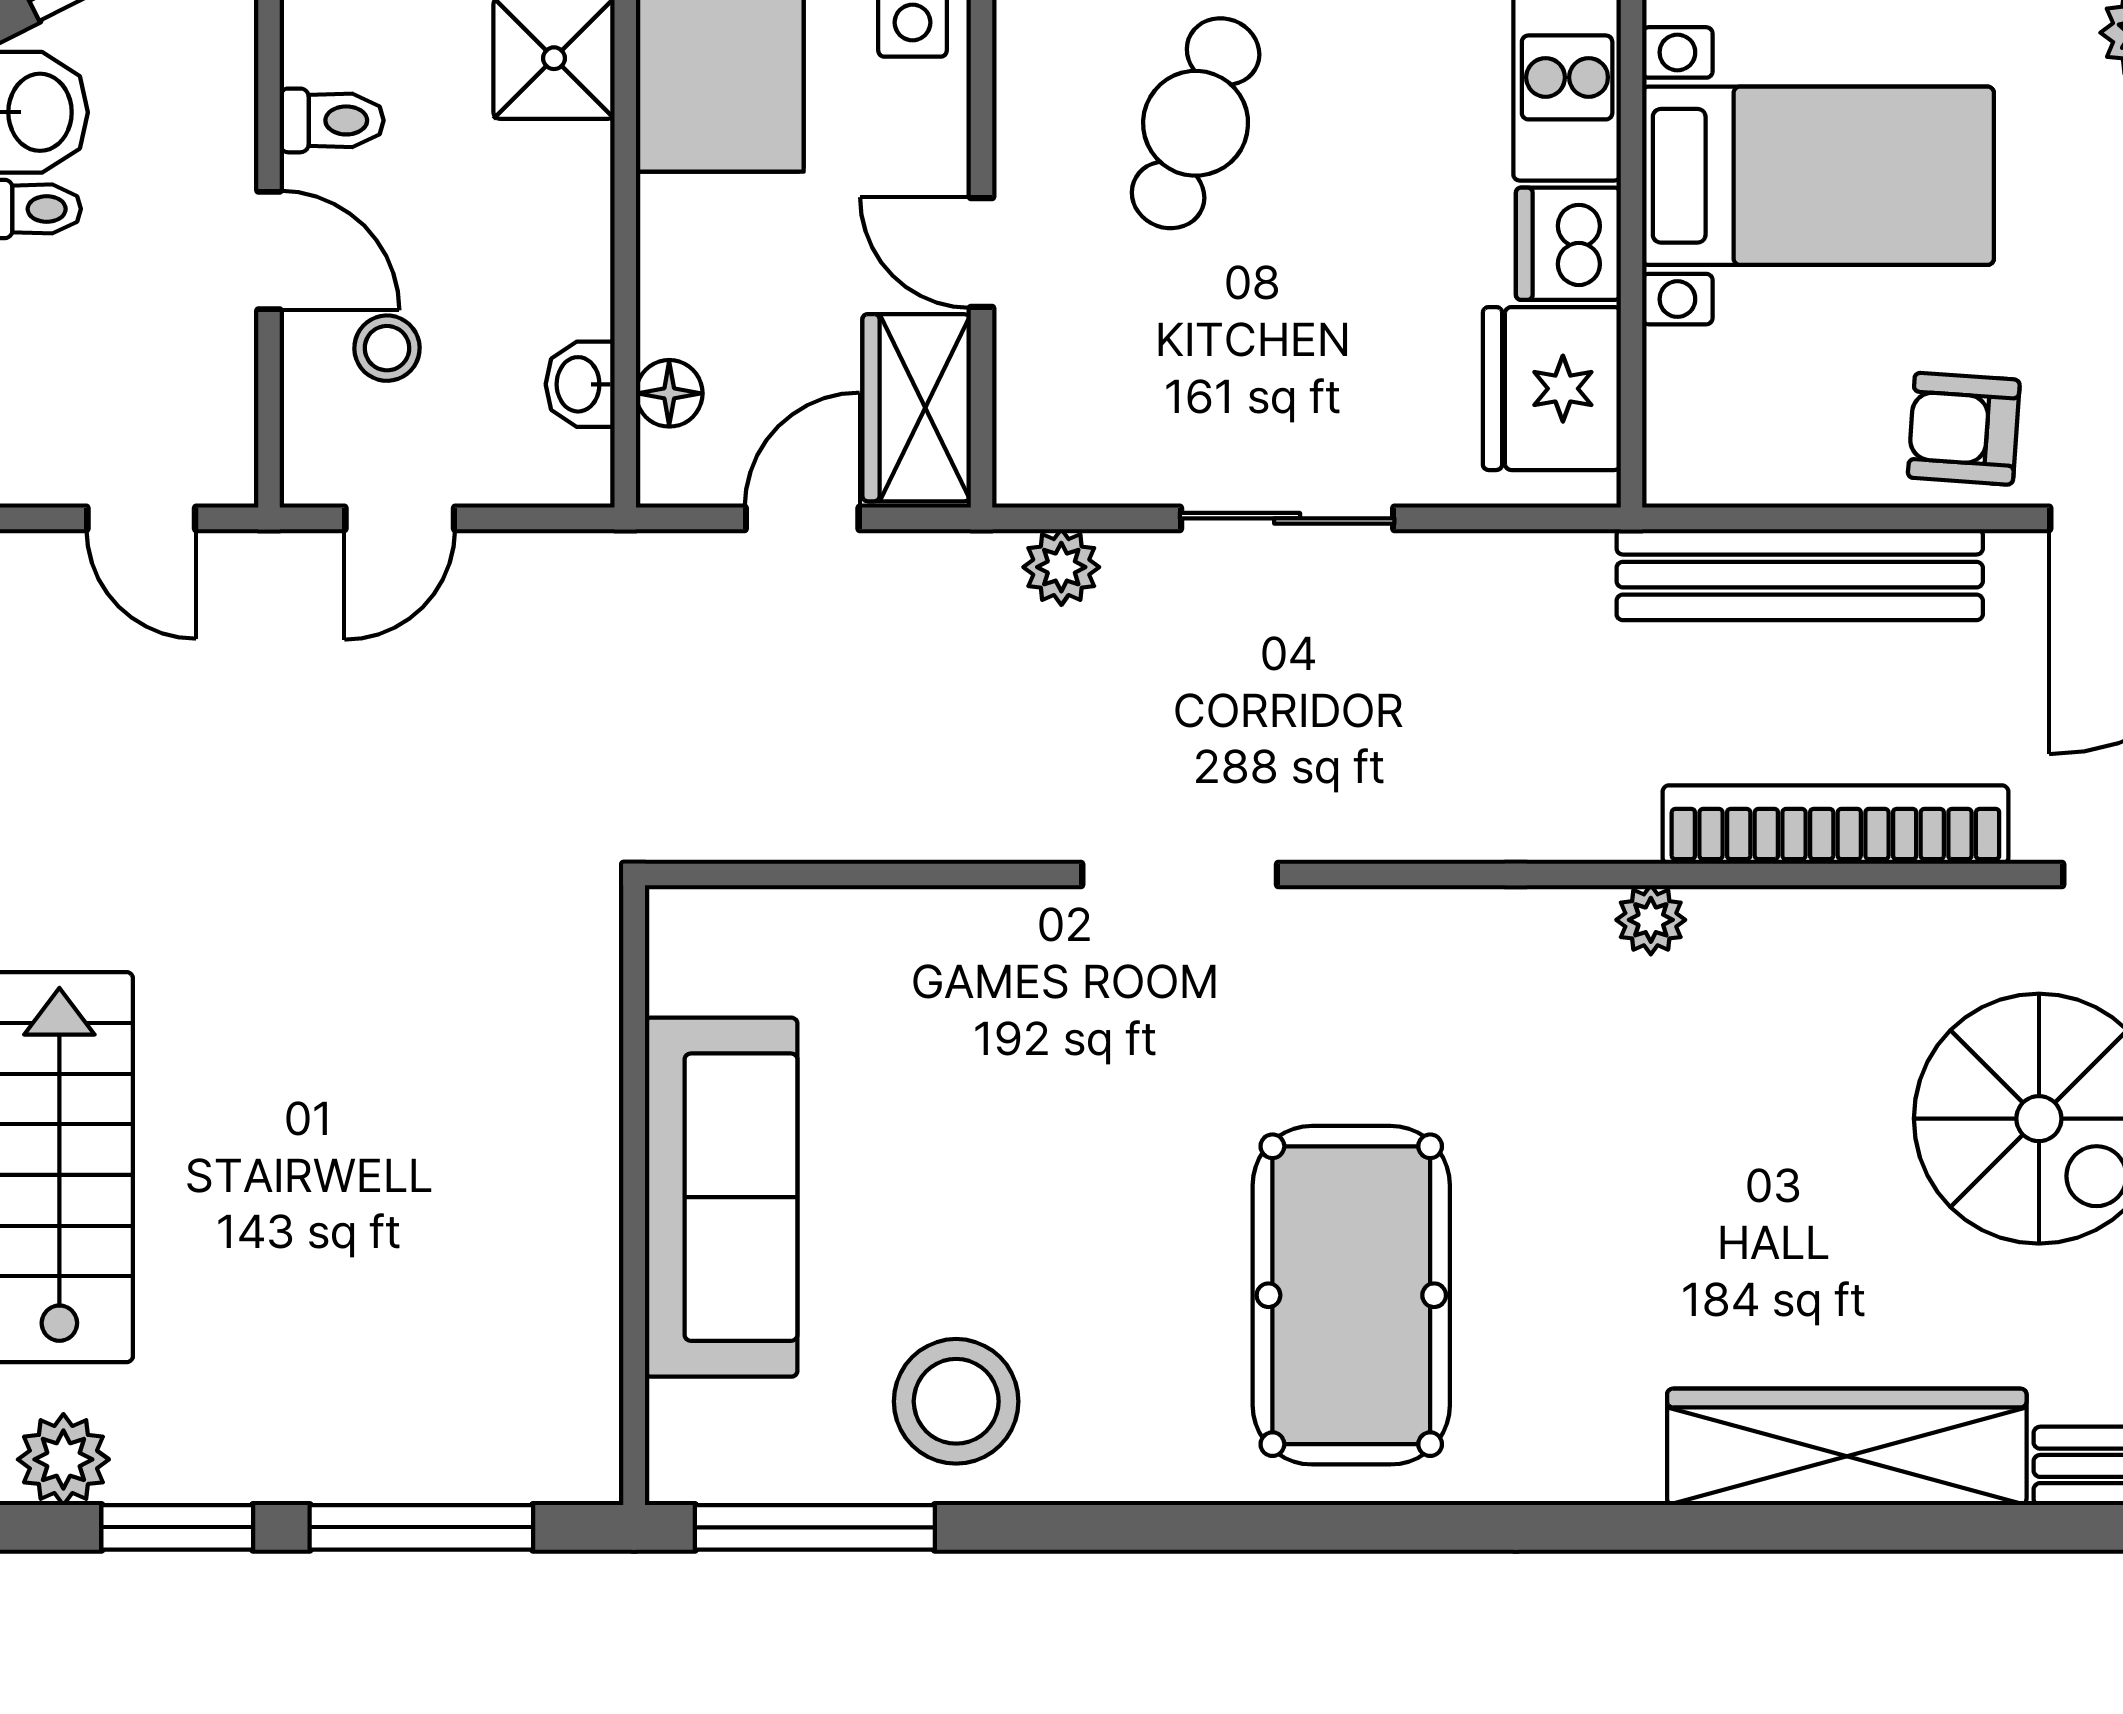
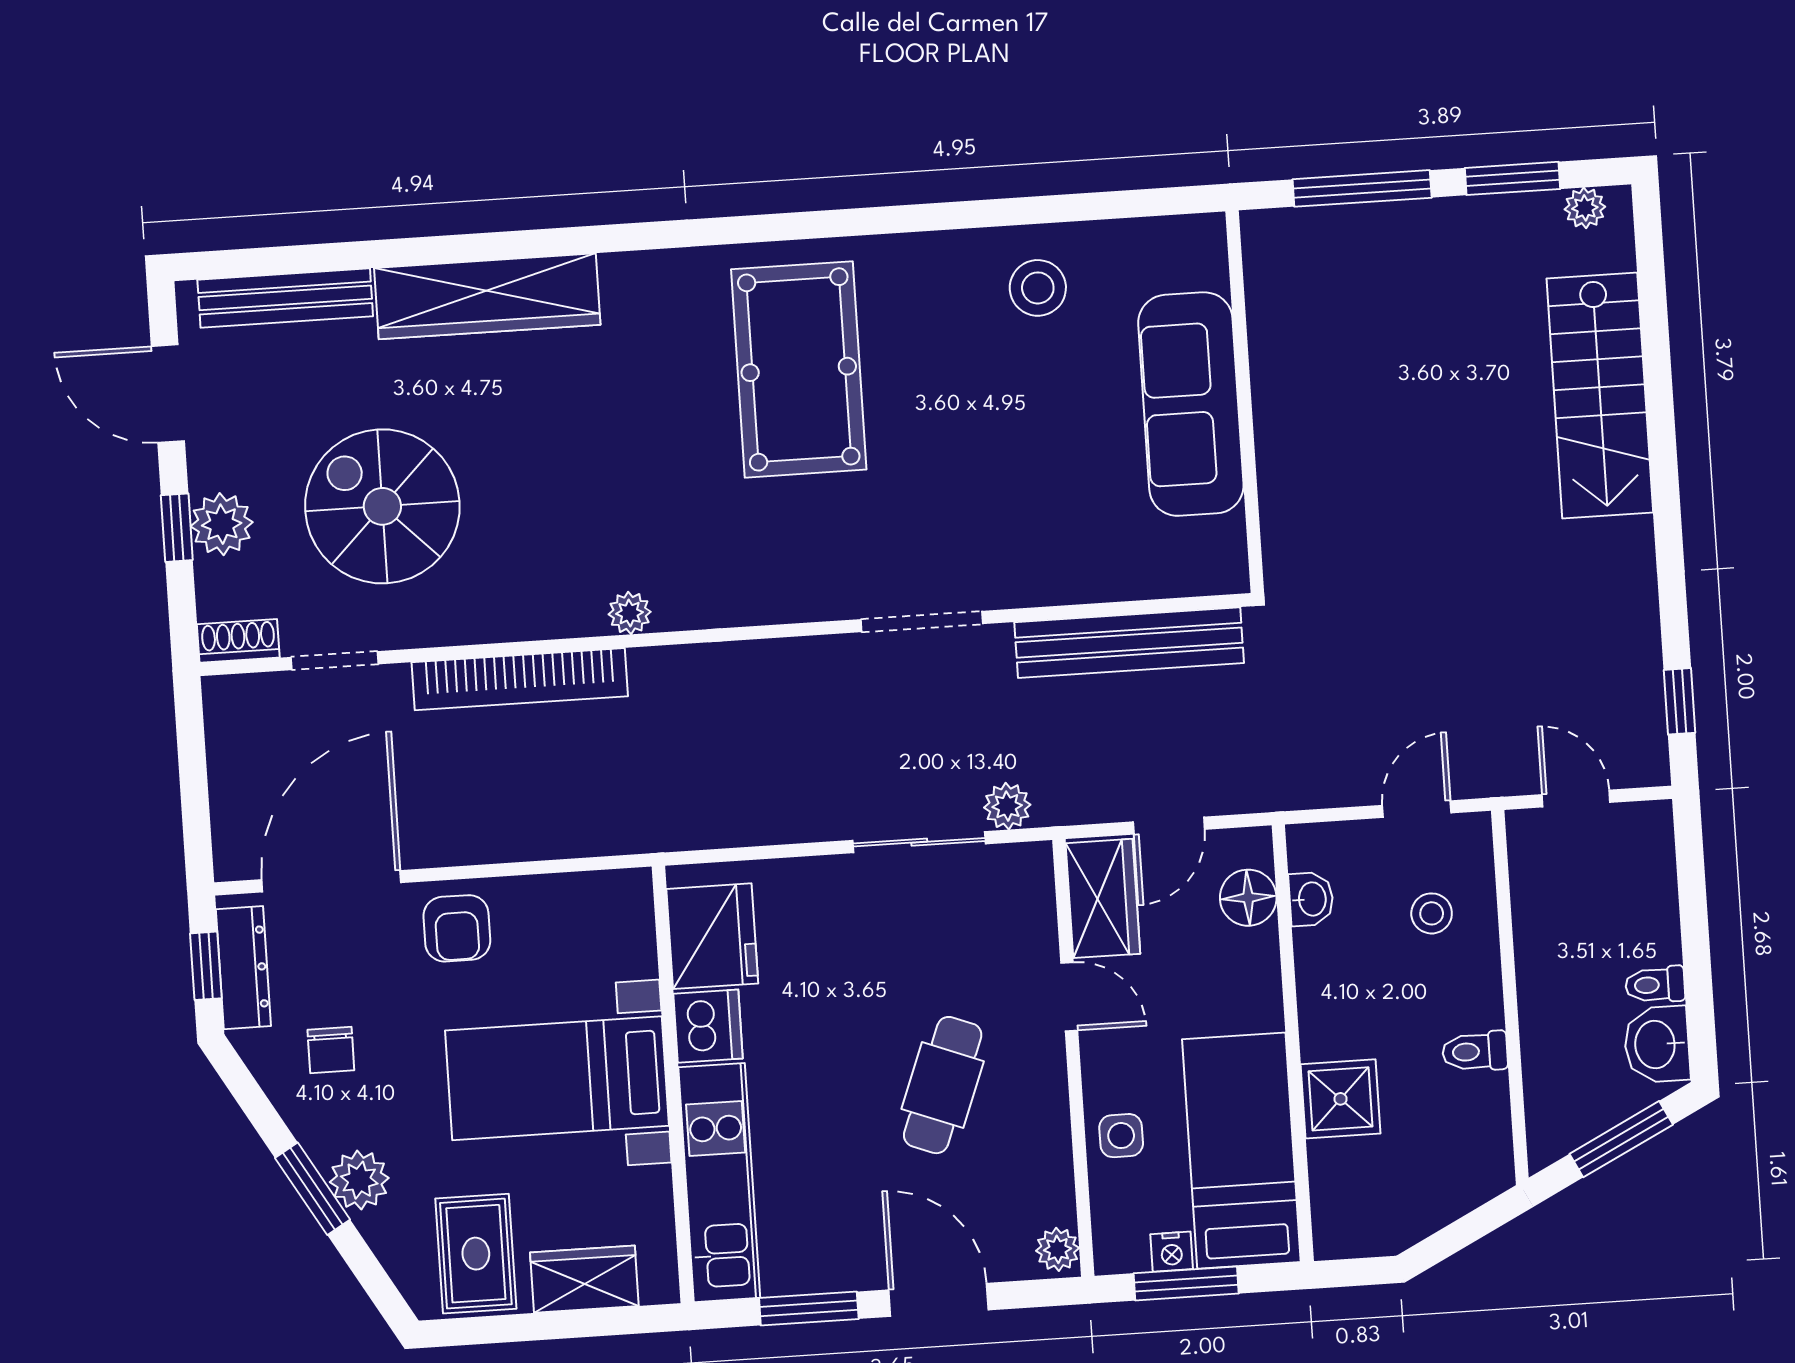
door: (269, 251) -> (1508, 969), removed
floor lamp: (669, 393) -> (1248, 898), width x1.37, depth x1.37
armchair: (1964, 429) -> (457, 928), turned 86
sliding door: (1287, 518) -> (919, 842), moved
bench: (1800, 575) -> (1129, 643), moved
stool: (956, 1401) -> (1038, 288), width x0.73, depth x0.73
plant: (63, 1459) -> (1585, 208), width x0.73, depth x0.73
window: (815, 1527) -> (1120, 205), removed

